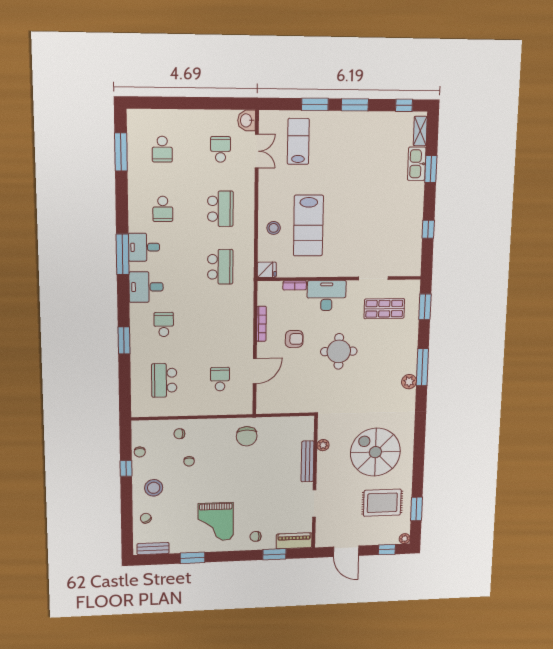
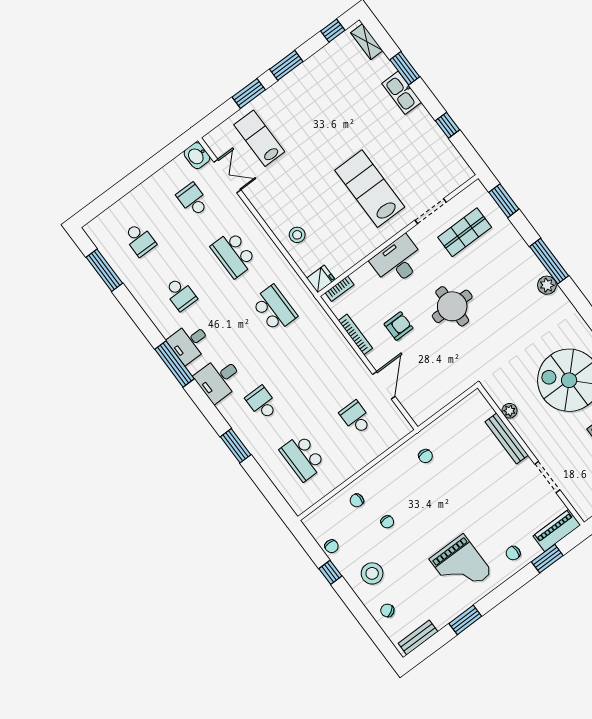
kitchen sink: (417, 164) -> (402, 93), moved
school desk: (220, 209) -> (234, 254), turned 180
lab bench: (308, 226) -> (370, 189), moved, turned 180
bookcase: (295, 285) -> (340, 289), moved
chair: (247, 436) -> (425, 456), width x0.54, depth x0.54

